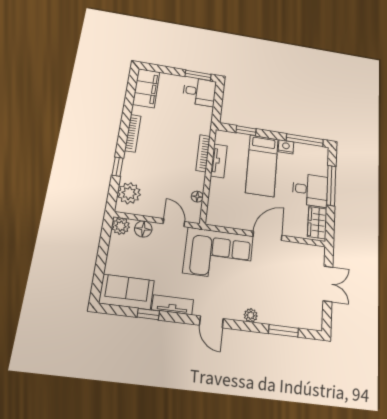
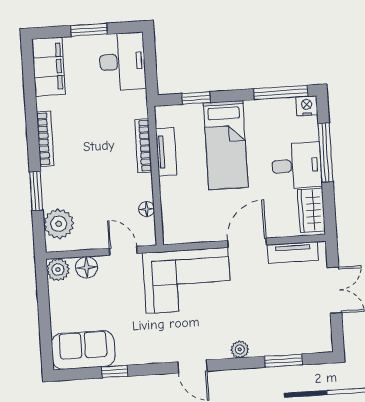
window: (198, 75) -> (89, 30), moved
desk: (199, 92) -> (122, 61), width x1.37
nightstand: (286, 147) -> (307, 106), moved
window: (118, 167) -> (36, 191), width x1.50
tv unit: (173, 305) -> (293, 253), moved, turned 180

